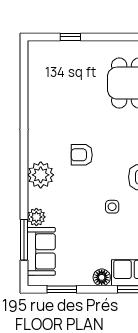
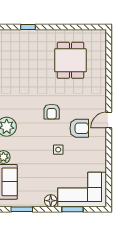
armchair: (82, 155) -> (52, 112), moved, turned -90

